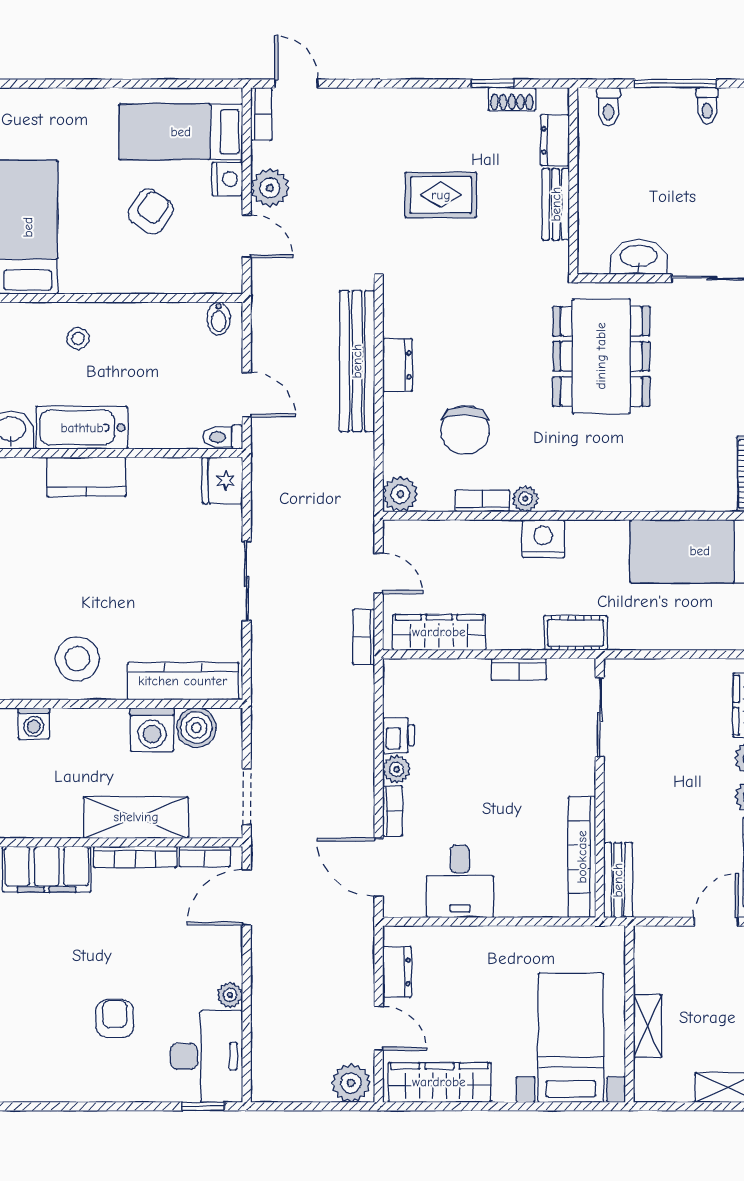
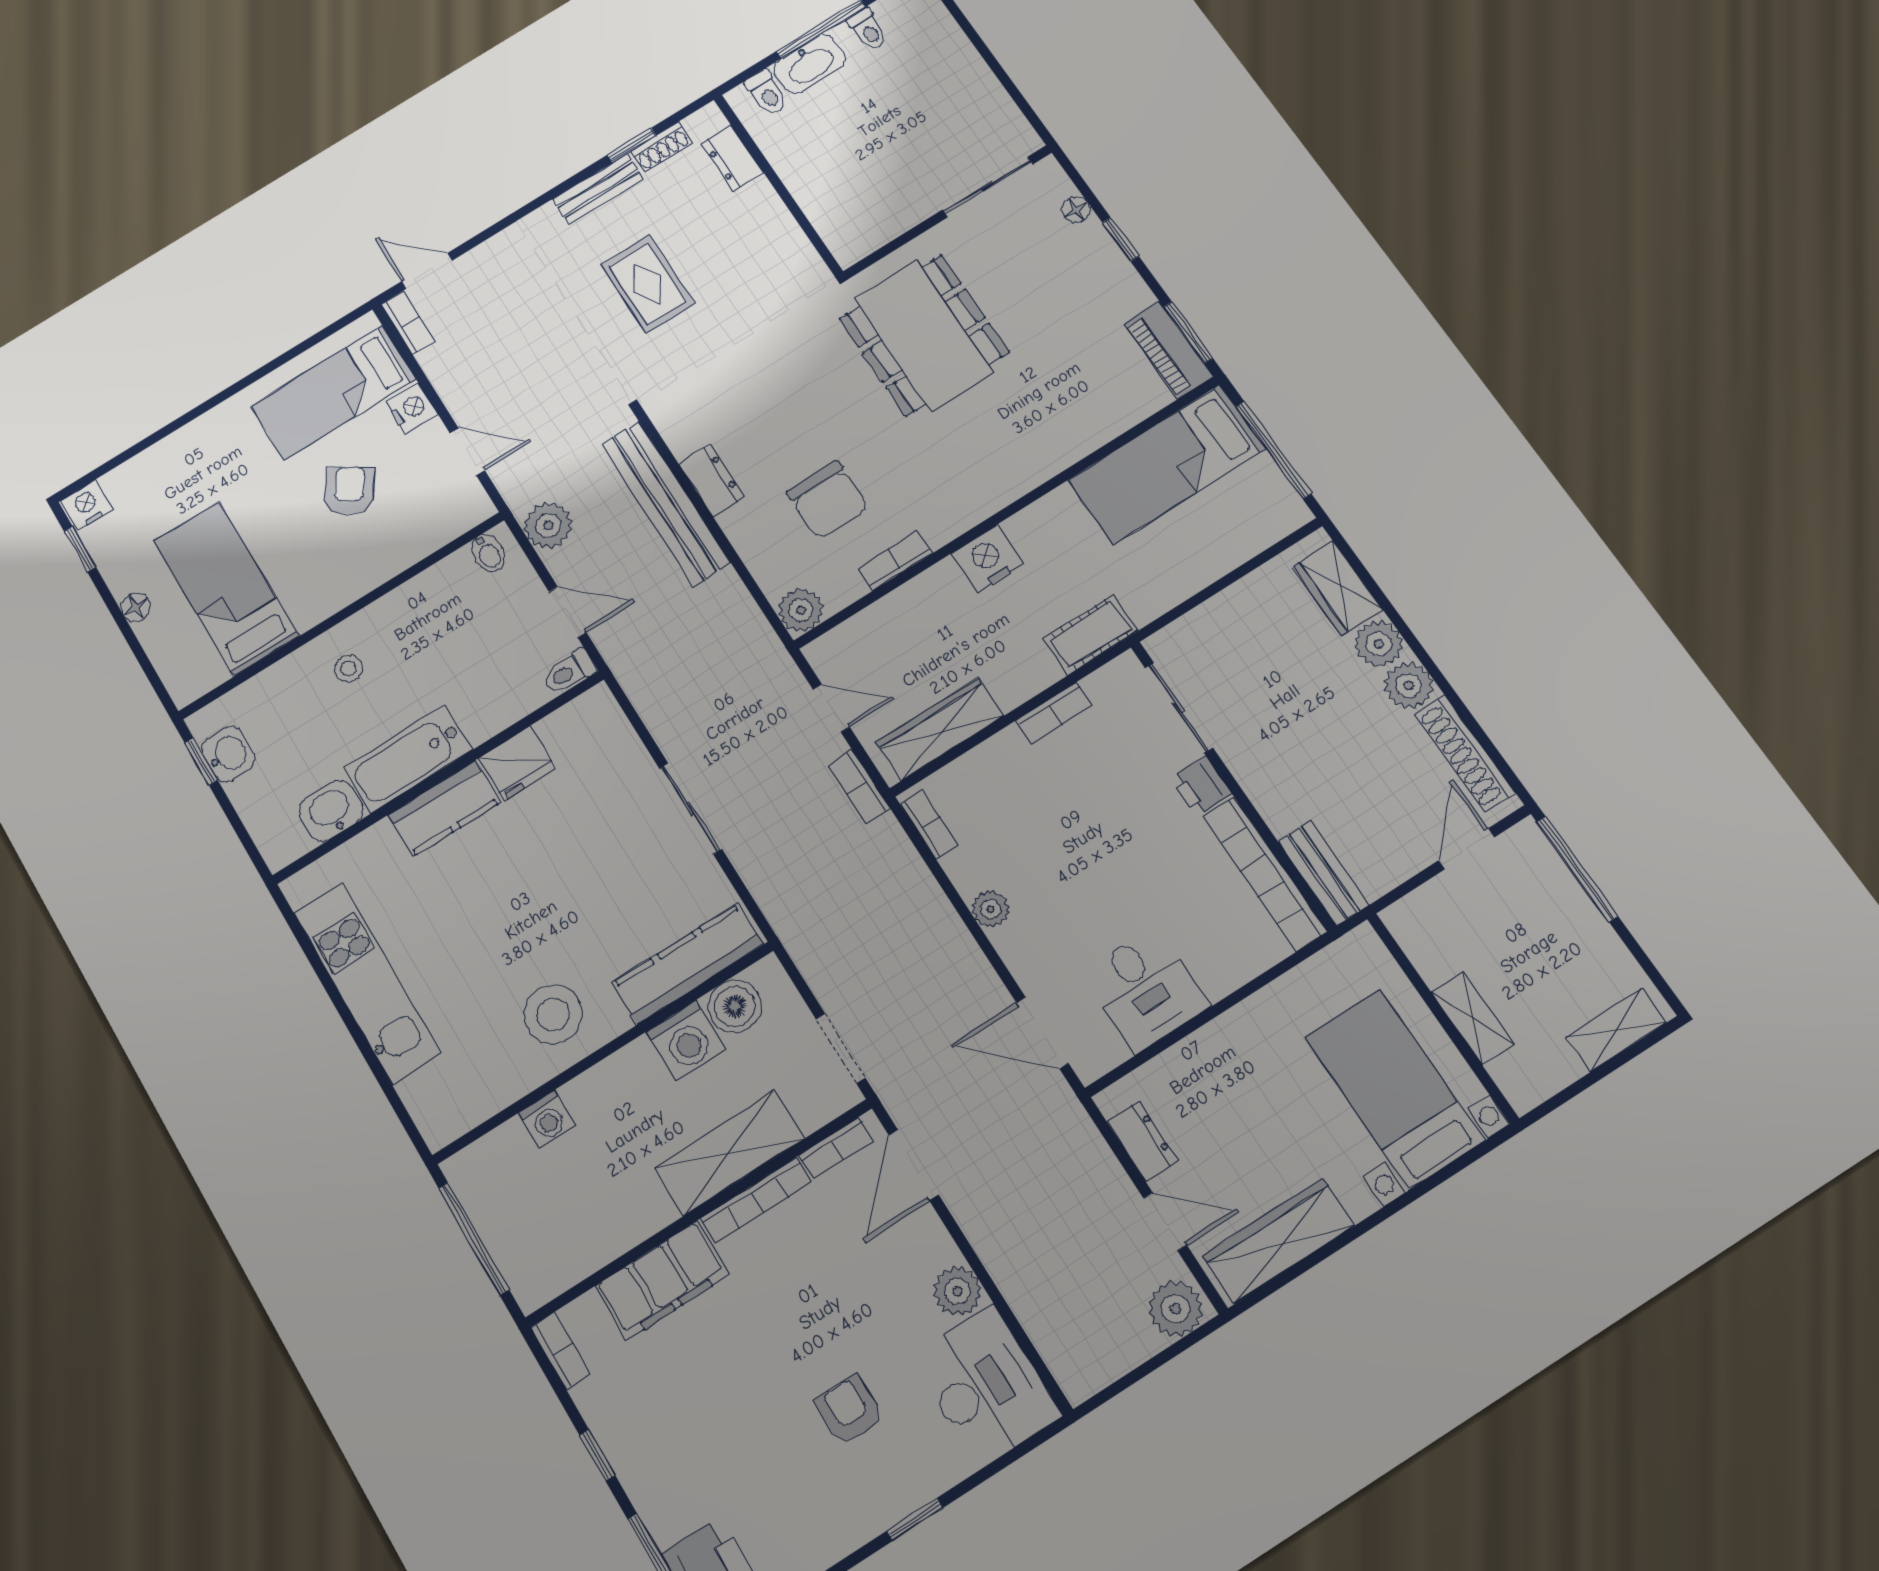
plant: (270, 188) -> (548, 525), moved
rug: (441, 195) -> (648, 284), turned 90
bench: (556, 204) -> (598, 189), moved, turned 90
washbasin: (638, 257) -> (810, 64), moved, turned 180
fridge: (223, 480) -> (517, 763), moved, turned -90
plant: (525, 499) -> (940, 529), removed
printer: (399, 735) -> (1201, 786), moved, turned 180
bookcase: (393, 811) -> (929, 824), moved
plant: (230, 995) -> (958, 1291), width x1.38, depth x1.38
window: (203, 1106) -> (915, 1519), moved

